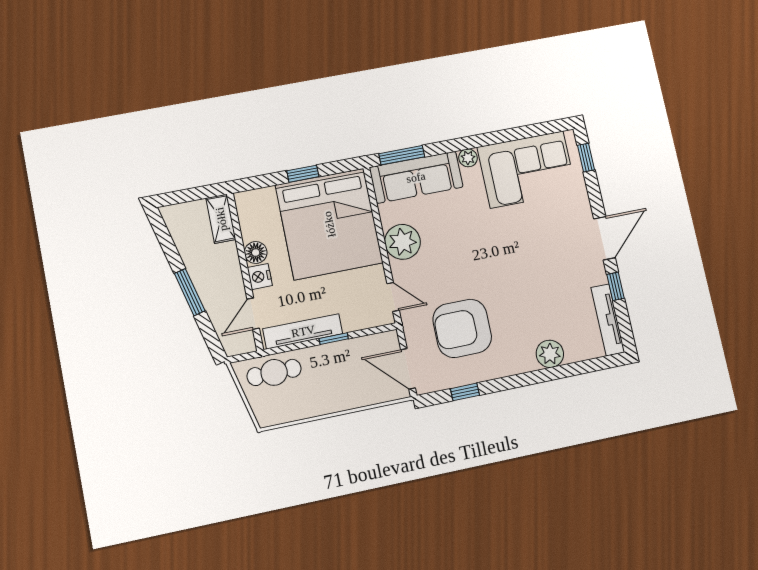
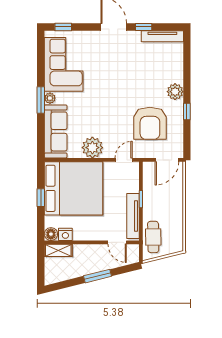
window: (402, 155) -> (41, 100), moved
floor lamp: (256, 253) -> (51, 234), moved
nightstand: (260, 277) -> (65, 234), moved
plant: (550, 354) -> (175, 92), moved
window: (465, 392) -> (187, 111), moved

